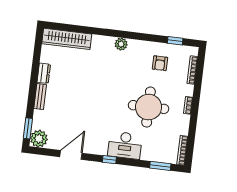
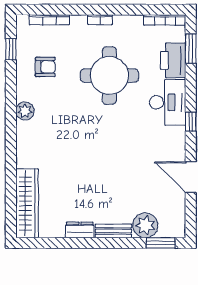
plant: (121, 44) -> (25, 111), moved
plant: (39, 139) -> (145, 225), moved
printer: (154, 153) -> (173, 60), added

